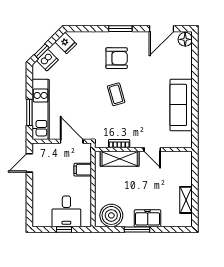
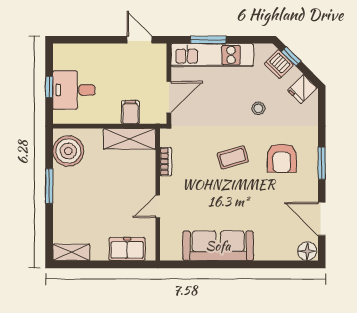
stool: (80, 75) -> (258, 108), added
shelving: (120, 159) -> (129, 139), moved, turned 90
shelving: (186, 200) -> (71, 252), moved
freezer: (148, 218) -> (127, 249), moved, turned -90

